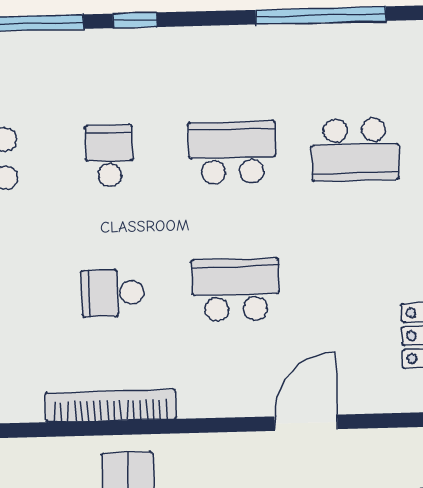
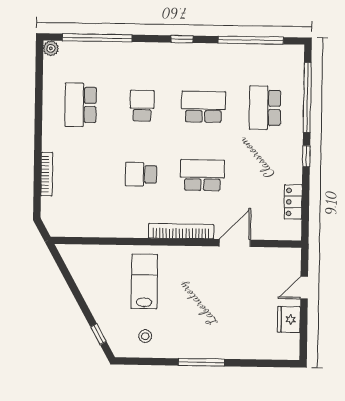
window: (135, 20) -> (182, 39), moved
school desk: (355, 149) -> (265, 108), turned 90
bookcase: (111, 406) -> (181, 231), moved

